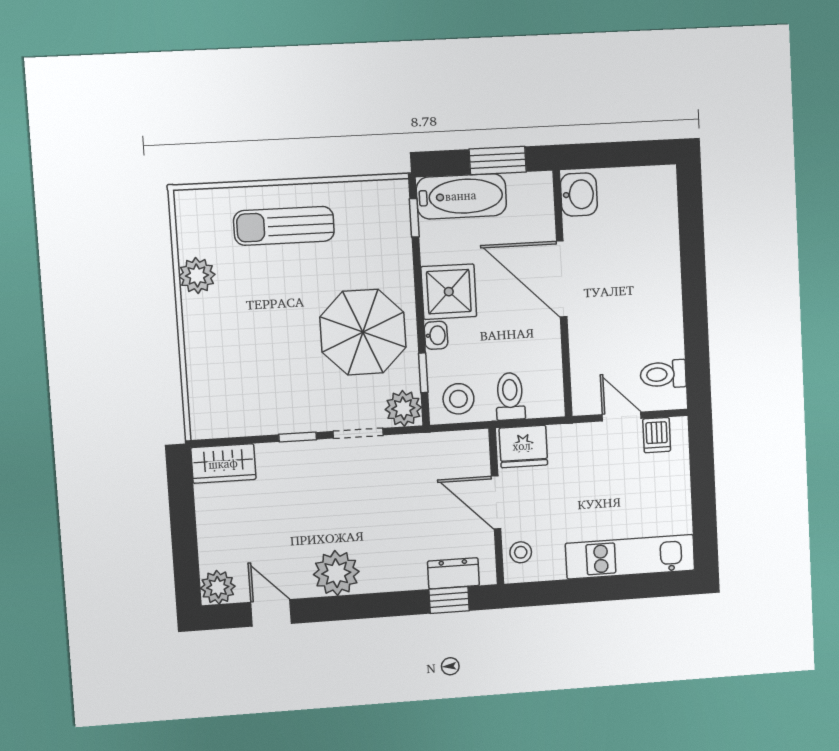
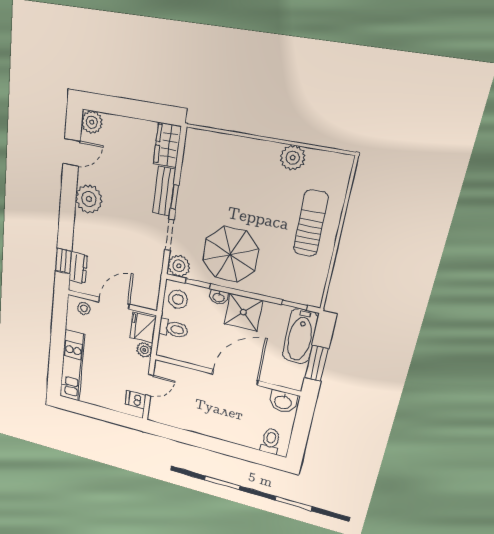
toilet: (663, 374) -> (270, 441), moved
plant: (562, 437) -> (144, 350), added
bench: (294, 455) -> (164, 191), added

